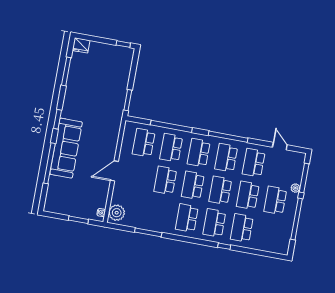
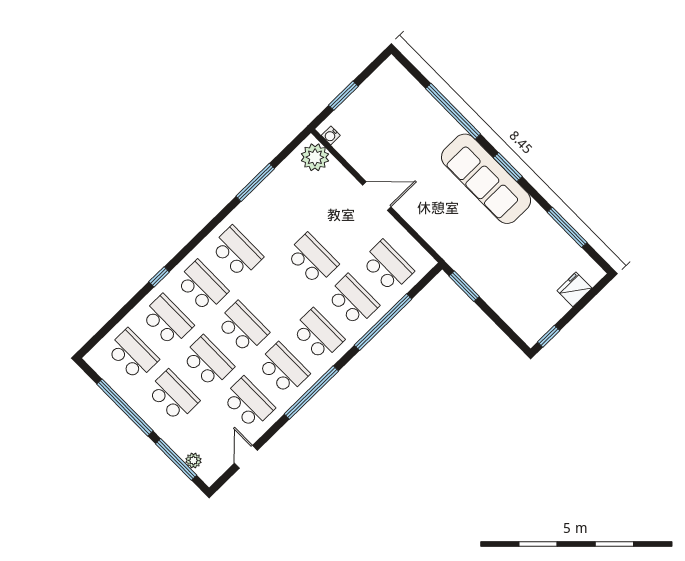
fridge: (81, 45) -> (574, 289), moved
door: (280, 146) -> (246, 457), swing flipped
sofa: (66, 148) -> (486, 179), moved
door: (114, 171) -> (377, 196), hinge flipped
school desk: (193, 185) -> (132, 355), moved
plant: (295, 188) -> (193, 461), moved

